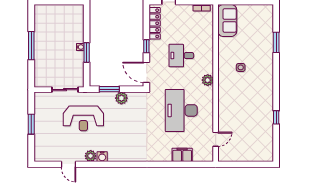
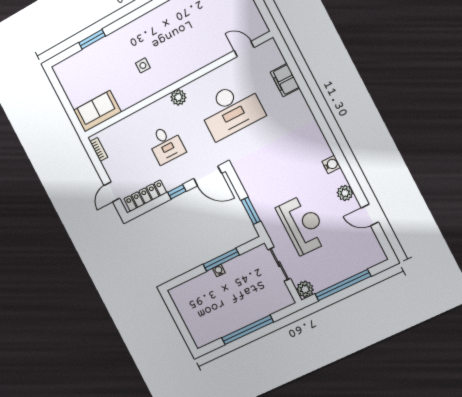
window: (31, 46) -> (247, 330), width x1.46
window: (87, 52) -> (221, 260), width x1.44
door: (146, 72) -> (208, 176), hinge flipped
plant: (121, 98) -> (305, 289), moved
window: (31, 124) -> (343, 285), width x2.11
water cooler: (102, 157) -> (331, 164), moved
door: (68, 164) -> (370, 215), swing flipped

